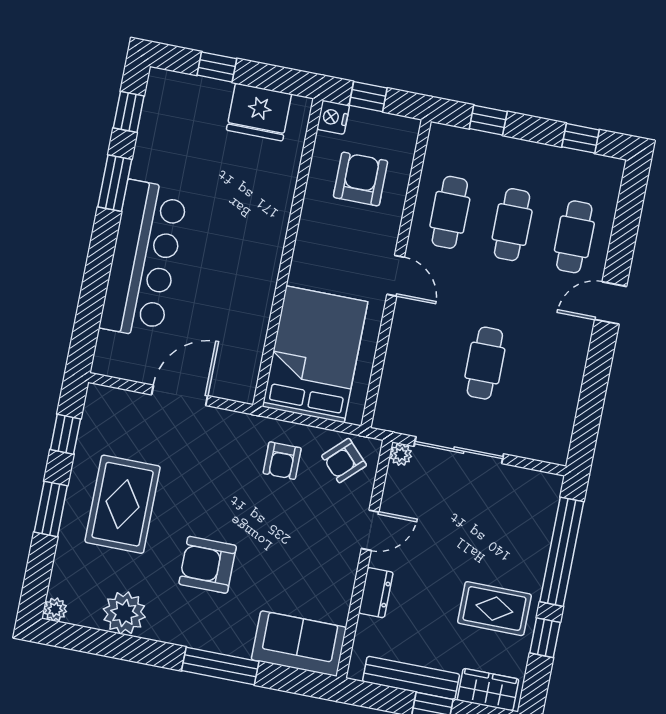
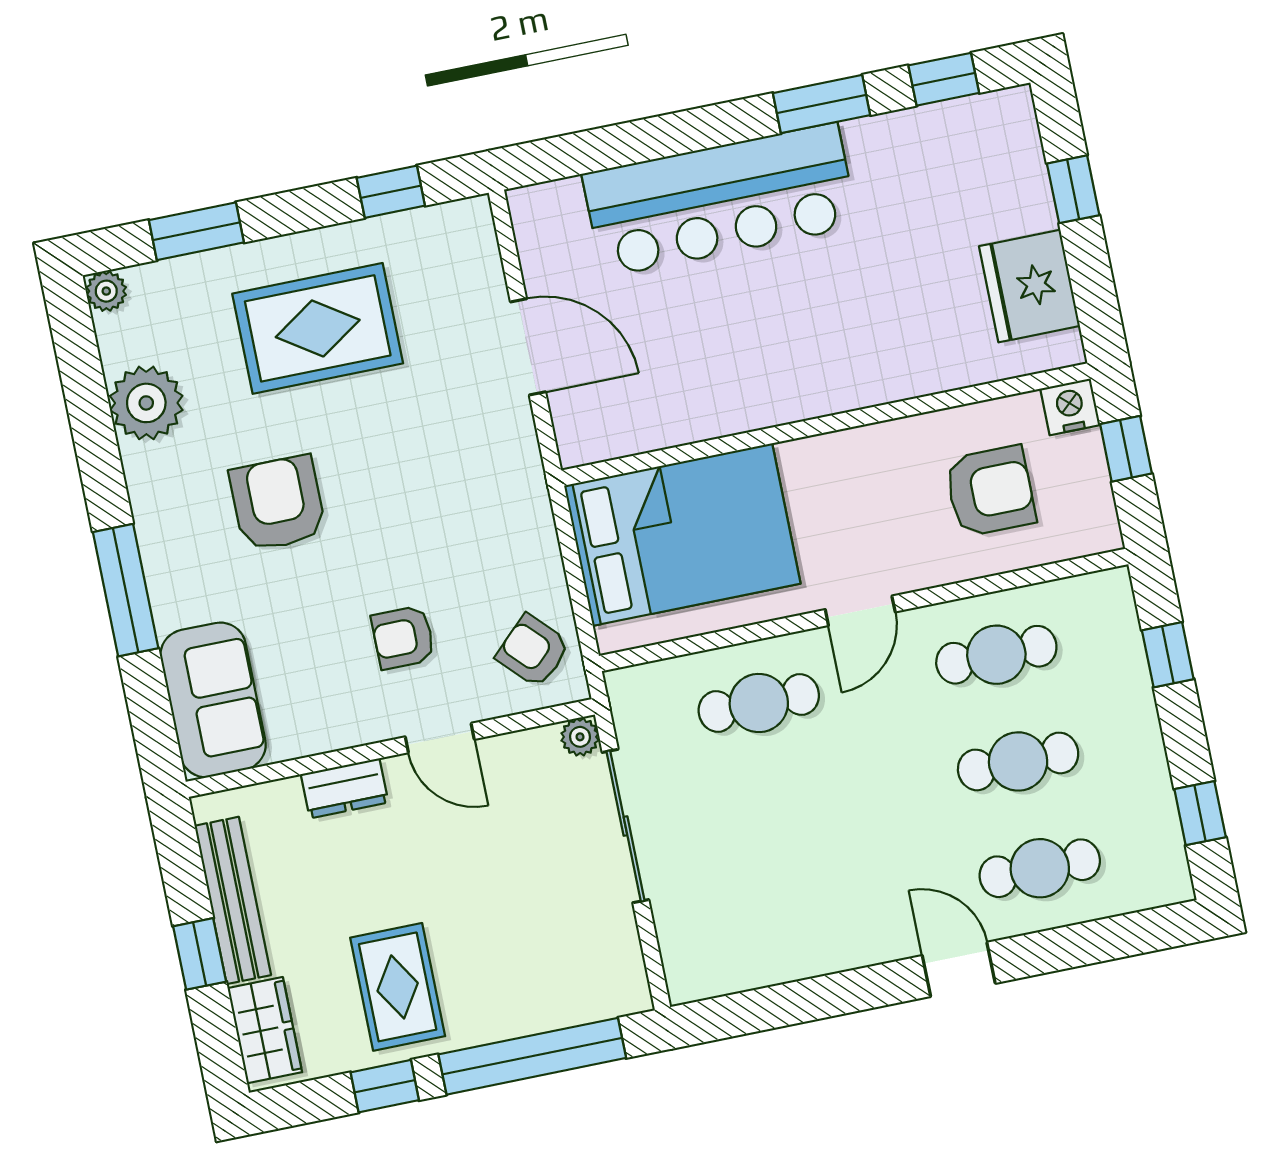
cafe table: (485, 363) -> (759, 703), moved
armchair: (282, 461) -> (403, 637), moved
window: (51, 509) -> (196, 231), moved

